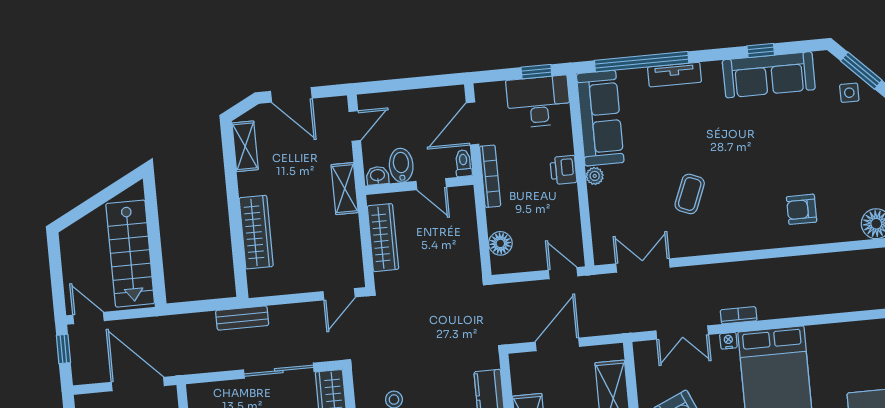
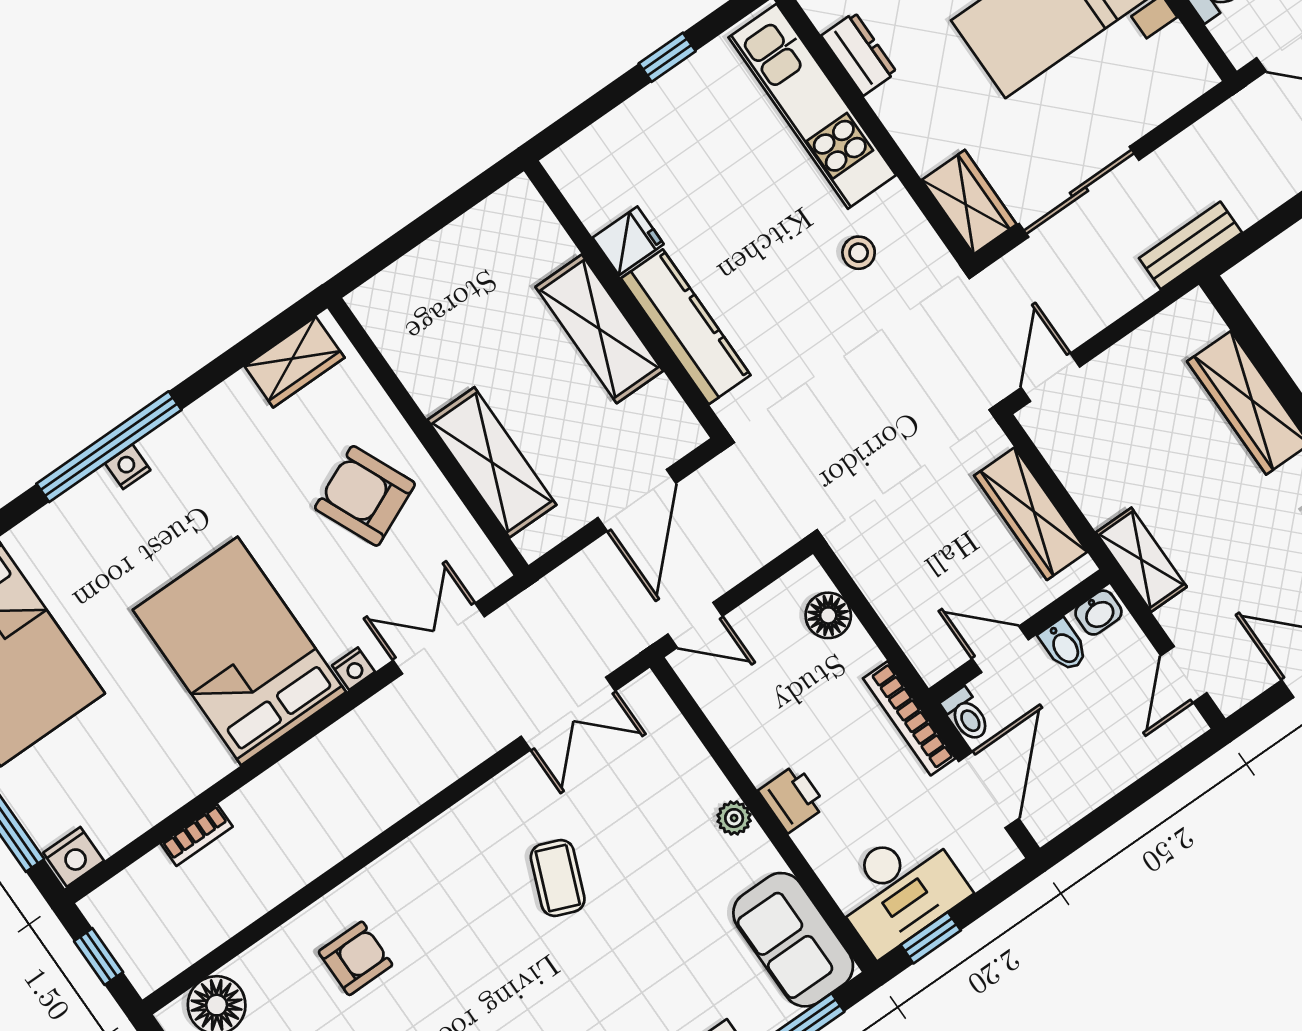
sofa: (600, 118) -> (793, 940), width x0.73
bidet: (401, 165) -> (1064, 645), width x0.72, depth x0.74
bookcase: (739, 315) -> (197, 835), moved

